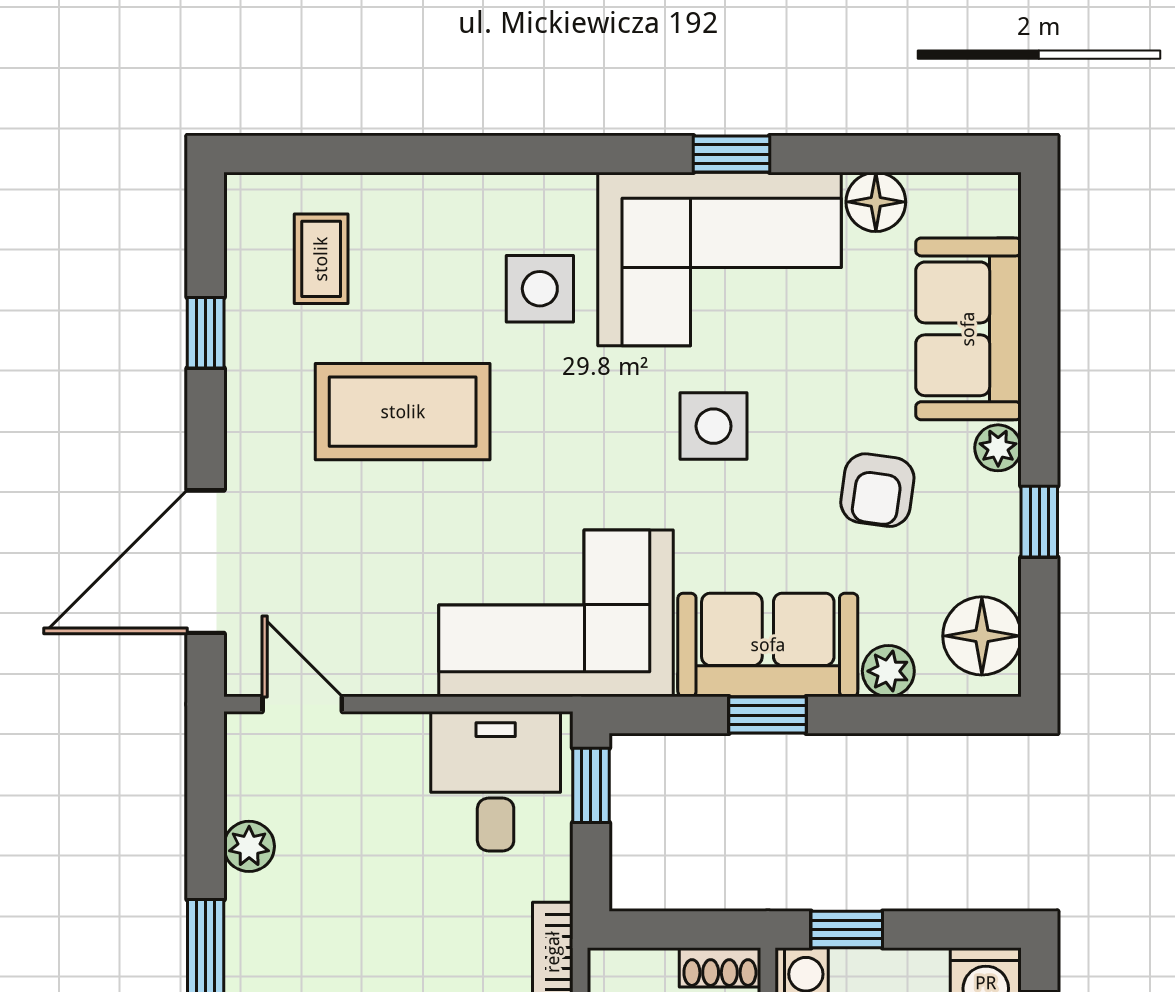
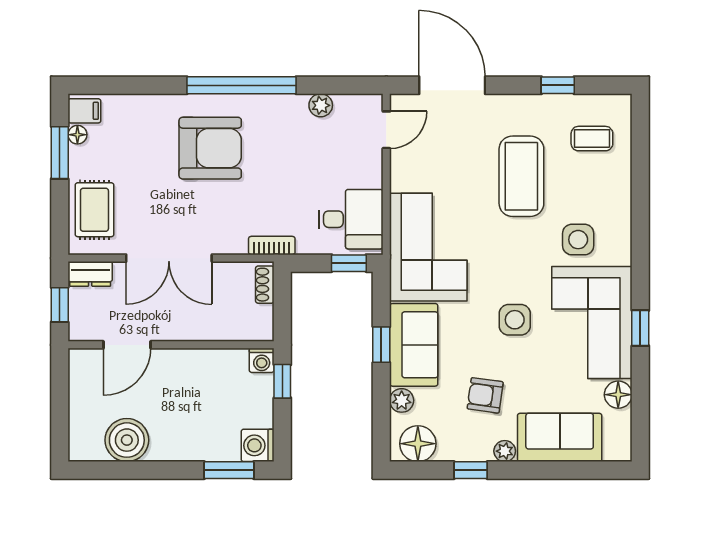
shoe rack: (720, 967) -> (265, 285), moved

